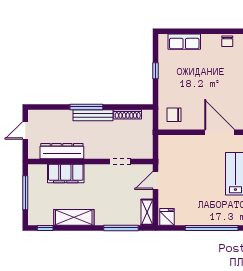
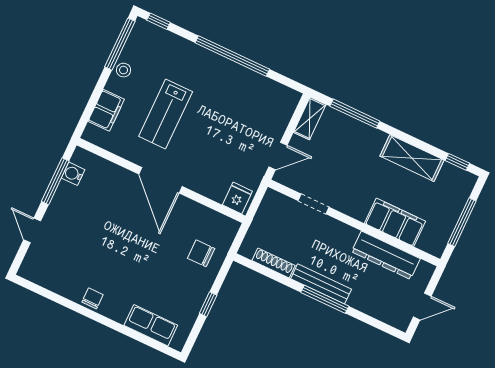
chair: (174, 115) -> (201, 253), moved, turned 180
fridge: (167, 217) -> (237, 198), moved, turned 180

